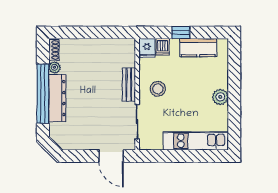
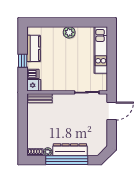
bench: (129, 85) -> (40, 98), moved
stool: (158, 89) -> (63, 77), removed

